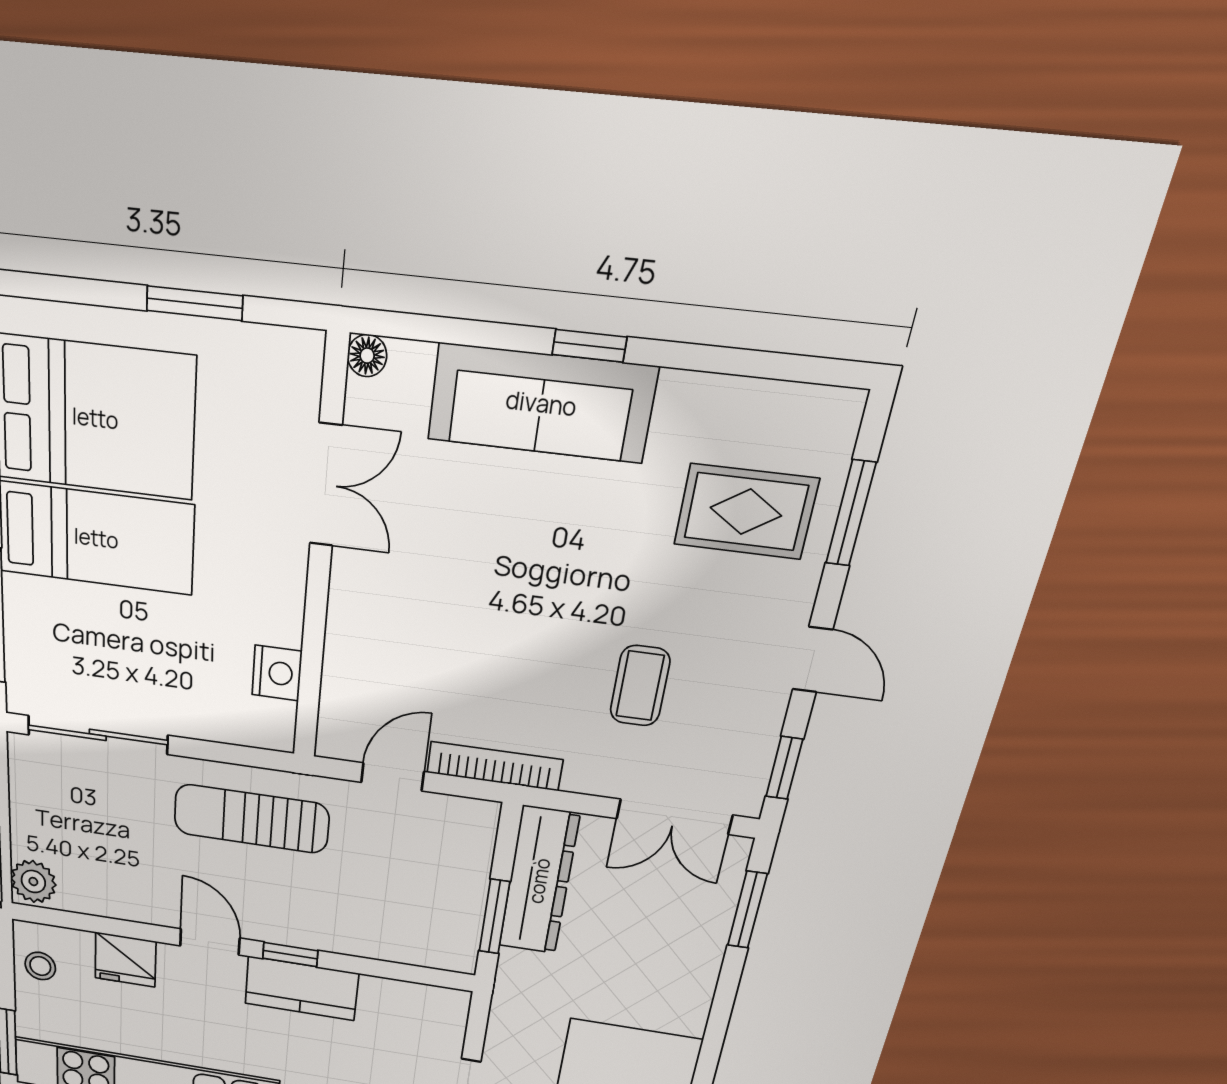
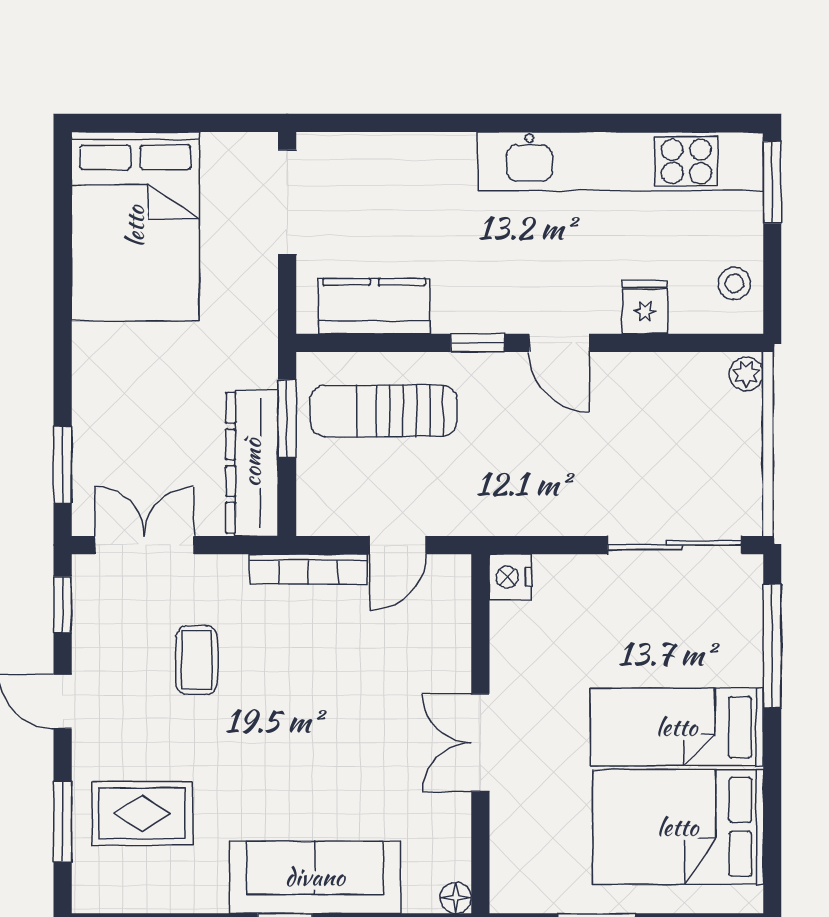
double door: (326, 485) -> (480, 743), moved
nightstand: (277, 673) -> (510, 577), moved
sun lounger: (251, 819) -> (383, 411), moved, turned 180
plant: (33, 882) -> (746, 374), width x0.73, depth x0.73
fridge: (125, 960) -> (645, 307), width x0.72
kitchen counter: (301, 988) -> (374, 306), moved

